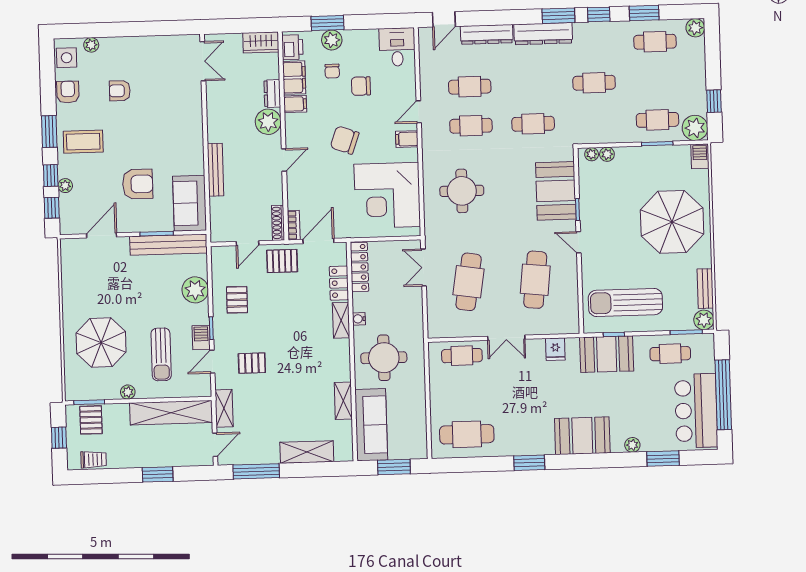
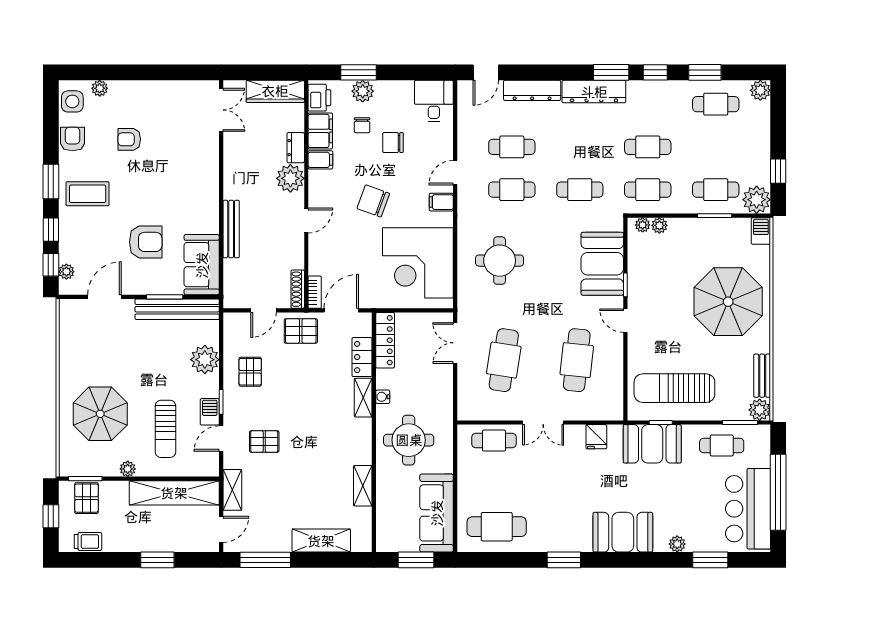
wardrobe: (261, 42) -> (275, 91), width x1.50
cafe table: (595, 122) -> (648, 190), added
plant: (65, 186) -> (66, 272), moved
sofa: (371, 425) -> (437, 513), moved, turned 180

